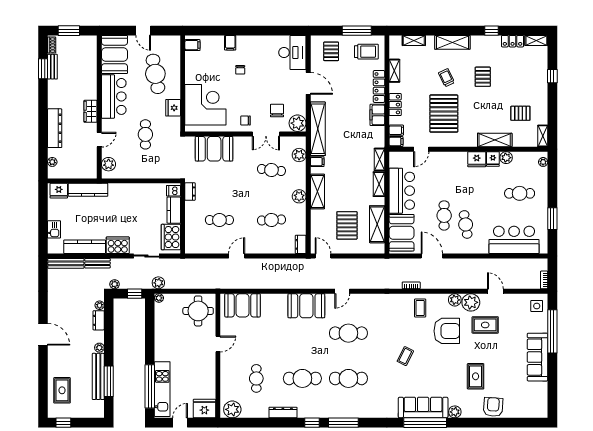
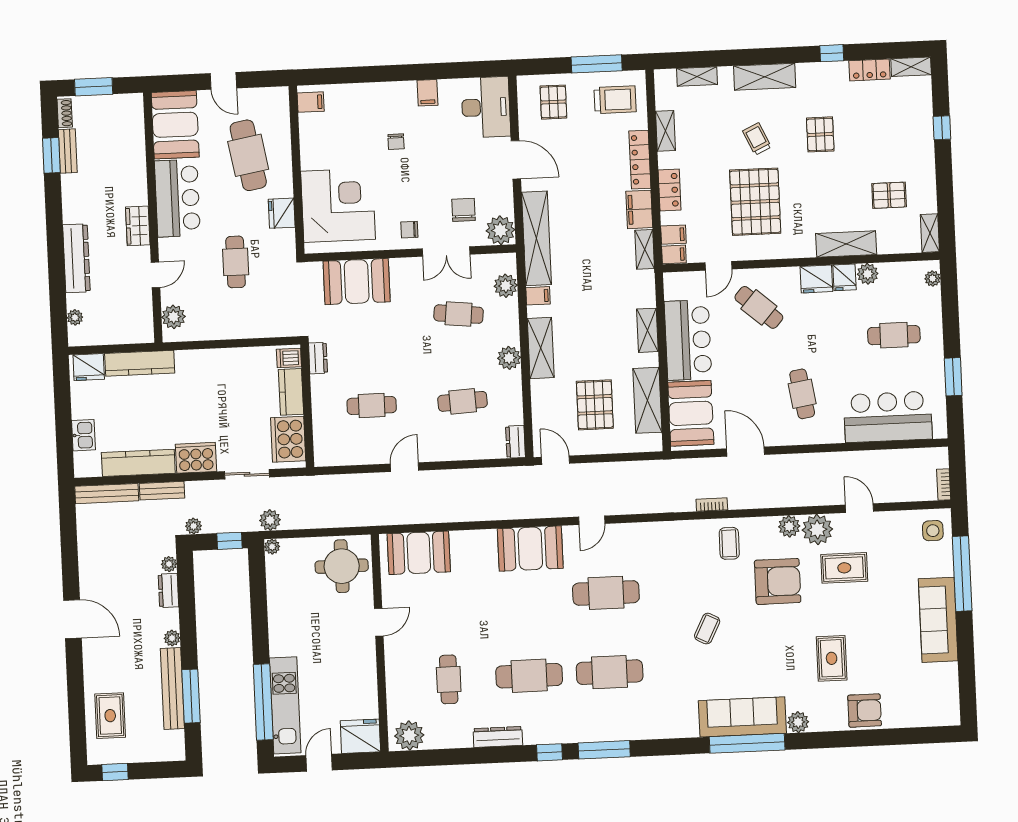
filing cabinet: (230, 43) -> (427, 93), moved
shelving: (379, 159) -> (645, 249), moved
cafe table: (444, 215) -> (759, 307), moved, turned -49
armchair: (493, 407) -> (865, 711), turned 86

